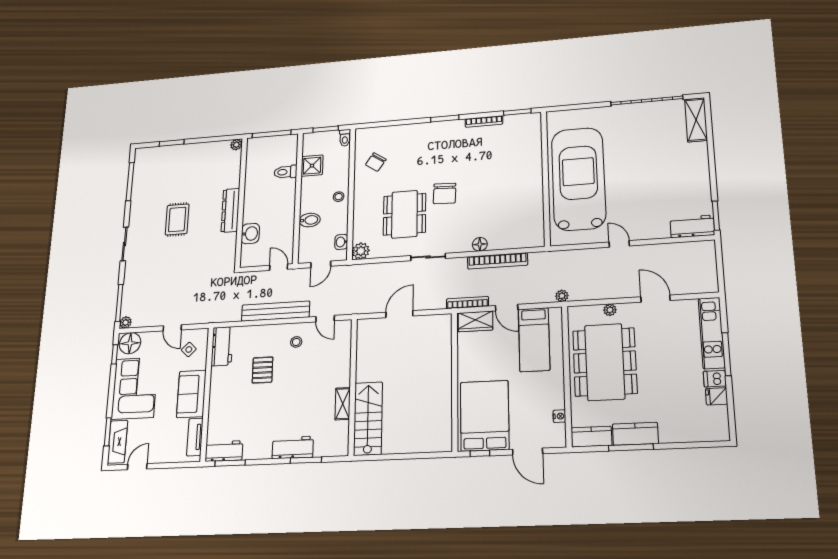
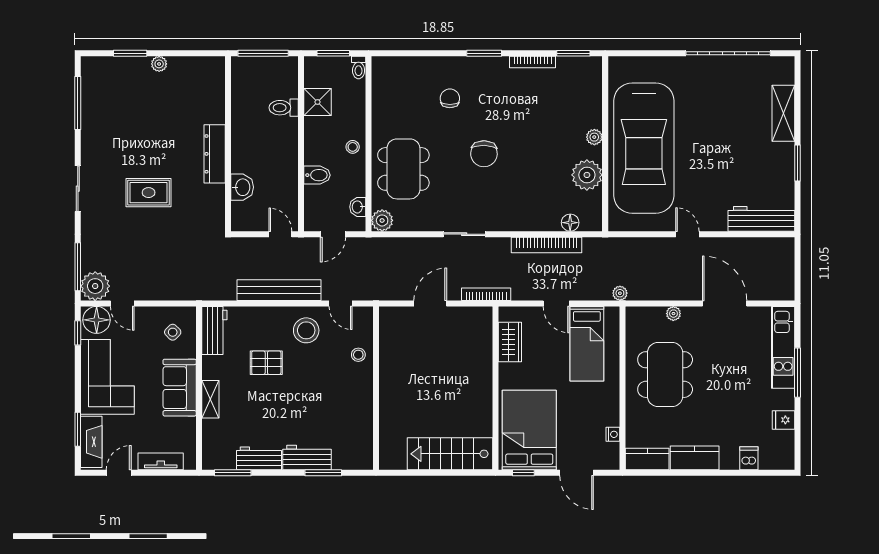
shelving: (696, 120) -> (783, 113), moved
plant: (236, 145) -> (159, 64), moved
chair: (376, 162) -> (450, 98), moved, turned 146
plant: (536, 174) -> (594, 137), added
car: (578, 179) -> (644, 148), turned 180
plant: (531, 203) -> (587, 175), added
dining table: (405, 214) -> (403, 169), moved
window: (716, 216) -> (798, 163), moved
rug: (177, 219) -> (149, 193), moved, turned 90
workbench: (692, 226) -> (761, 219), width x1.37
floor lamp: (480, 244) -> (570, 223), moved
door: (656, 299) -> (725, 303), width x1.36
bookcase: (467, 303) -> (486, 294), moved
wardrobe: (475, 321) -> (510, 342), moved, turned -90
plant: (126, 322) -> (95, 286), width x1.88, depth x1.88
door: (172, 328) -> (122, 303), moved
stool: (296, 342) -> (306, 330), width x1.89, depth x1.89
stool: (338, 359) -> (358, 355), added
dining table: (605, 362) -> (665, 375), width x0.73, depth x0.80
pallet: (262, 370) -> (266, 363), turned 90
dishwasher: (715, 379) -> (749, 458), moved, turned 90
shelving: (343, 404) -> (210, 399), moved
stairs: (368, 419) -> (450, 454), moved, turned -90
tv unit: (195, 437) -> (161, 461), moved, turned 90
window: (631, 447) -> (689, 473), removed
workbench: (224, 451) -> (259, 458), moved

